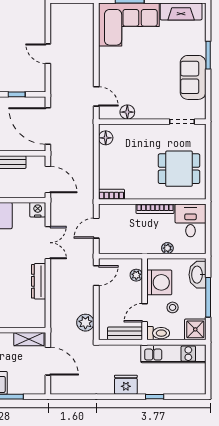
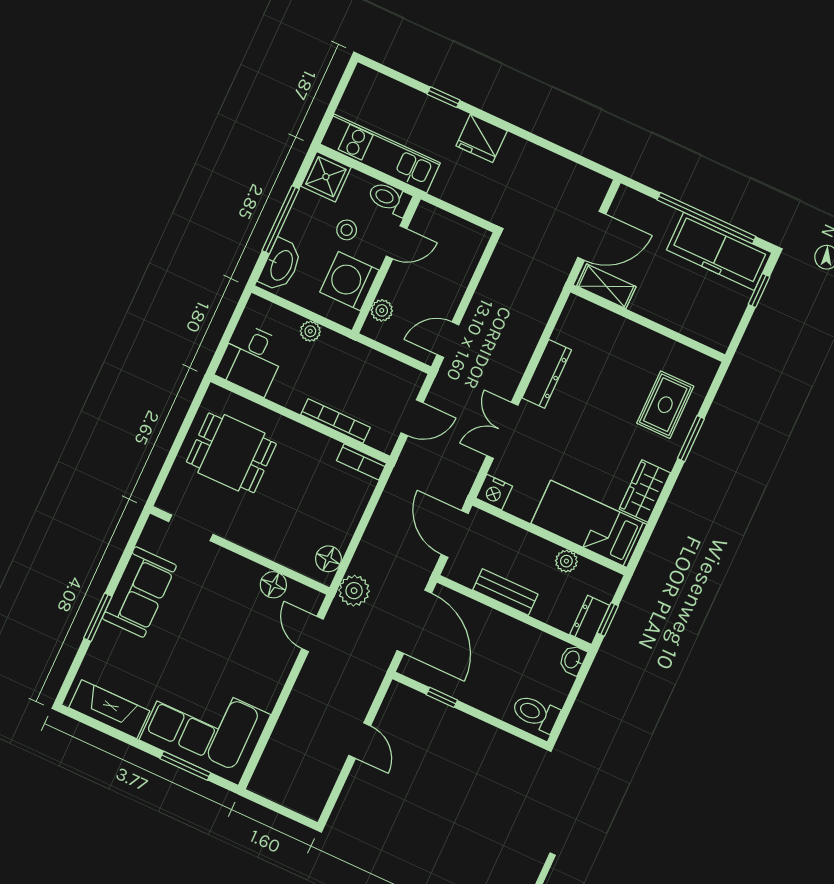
bookcase: (155, 209) -> (336, 421), moved
plant: (85, 323) -> (354, 591), moved
bench: (125, 333) -> (444, 223), removed
door: (48, 361) -> (592, 236), swing flipped

